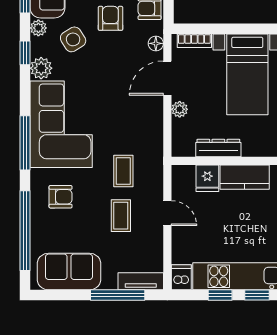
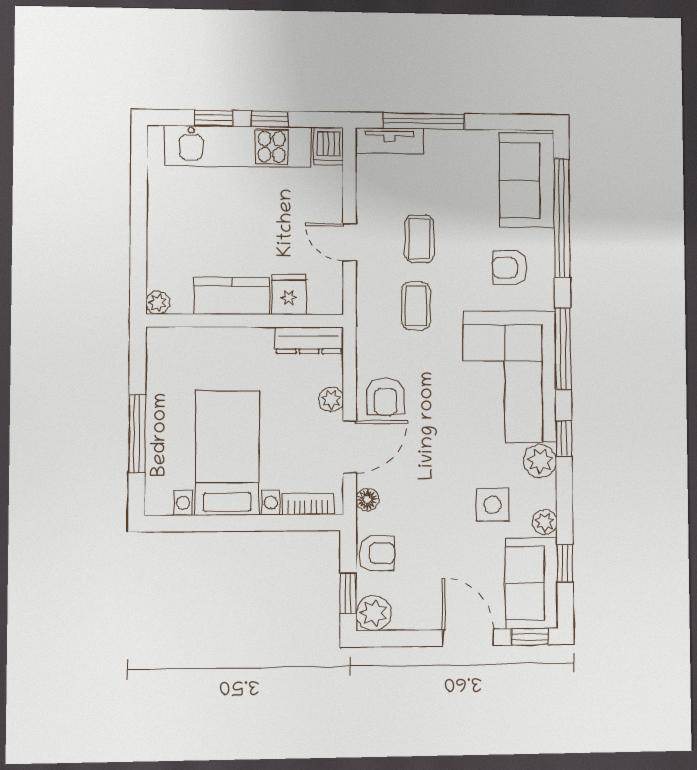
armchair: (110, 18) -> (385, 396), moved
side table: (73, 39) -> (493, 505), turned 32
window: (25, 53) -> (564, 438), moved
dresser: (218, 148) -> (309, 340), moved
sofa: (69, 272) -> (527, 181), moved, turned 90

